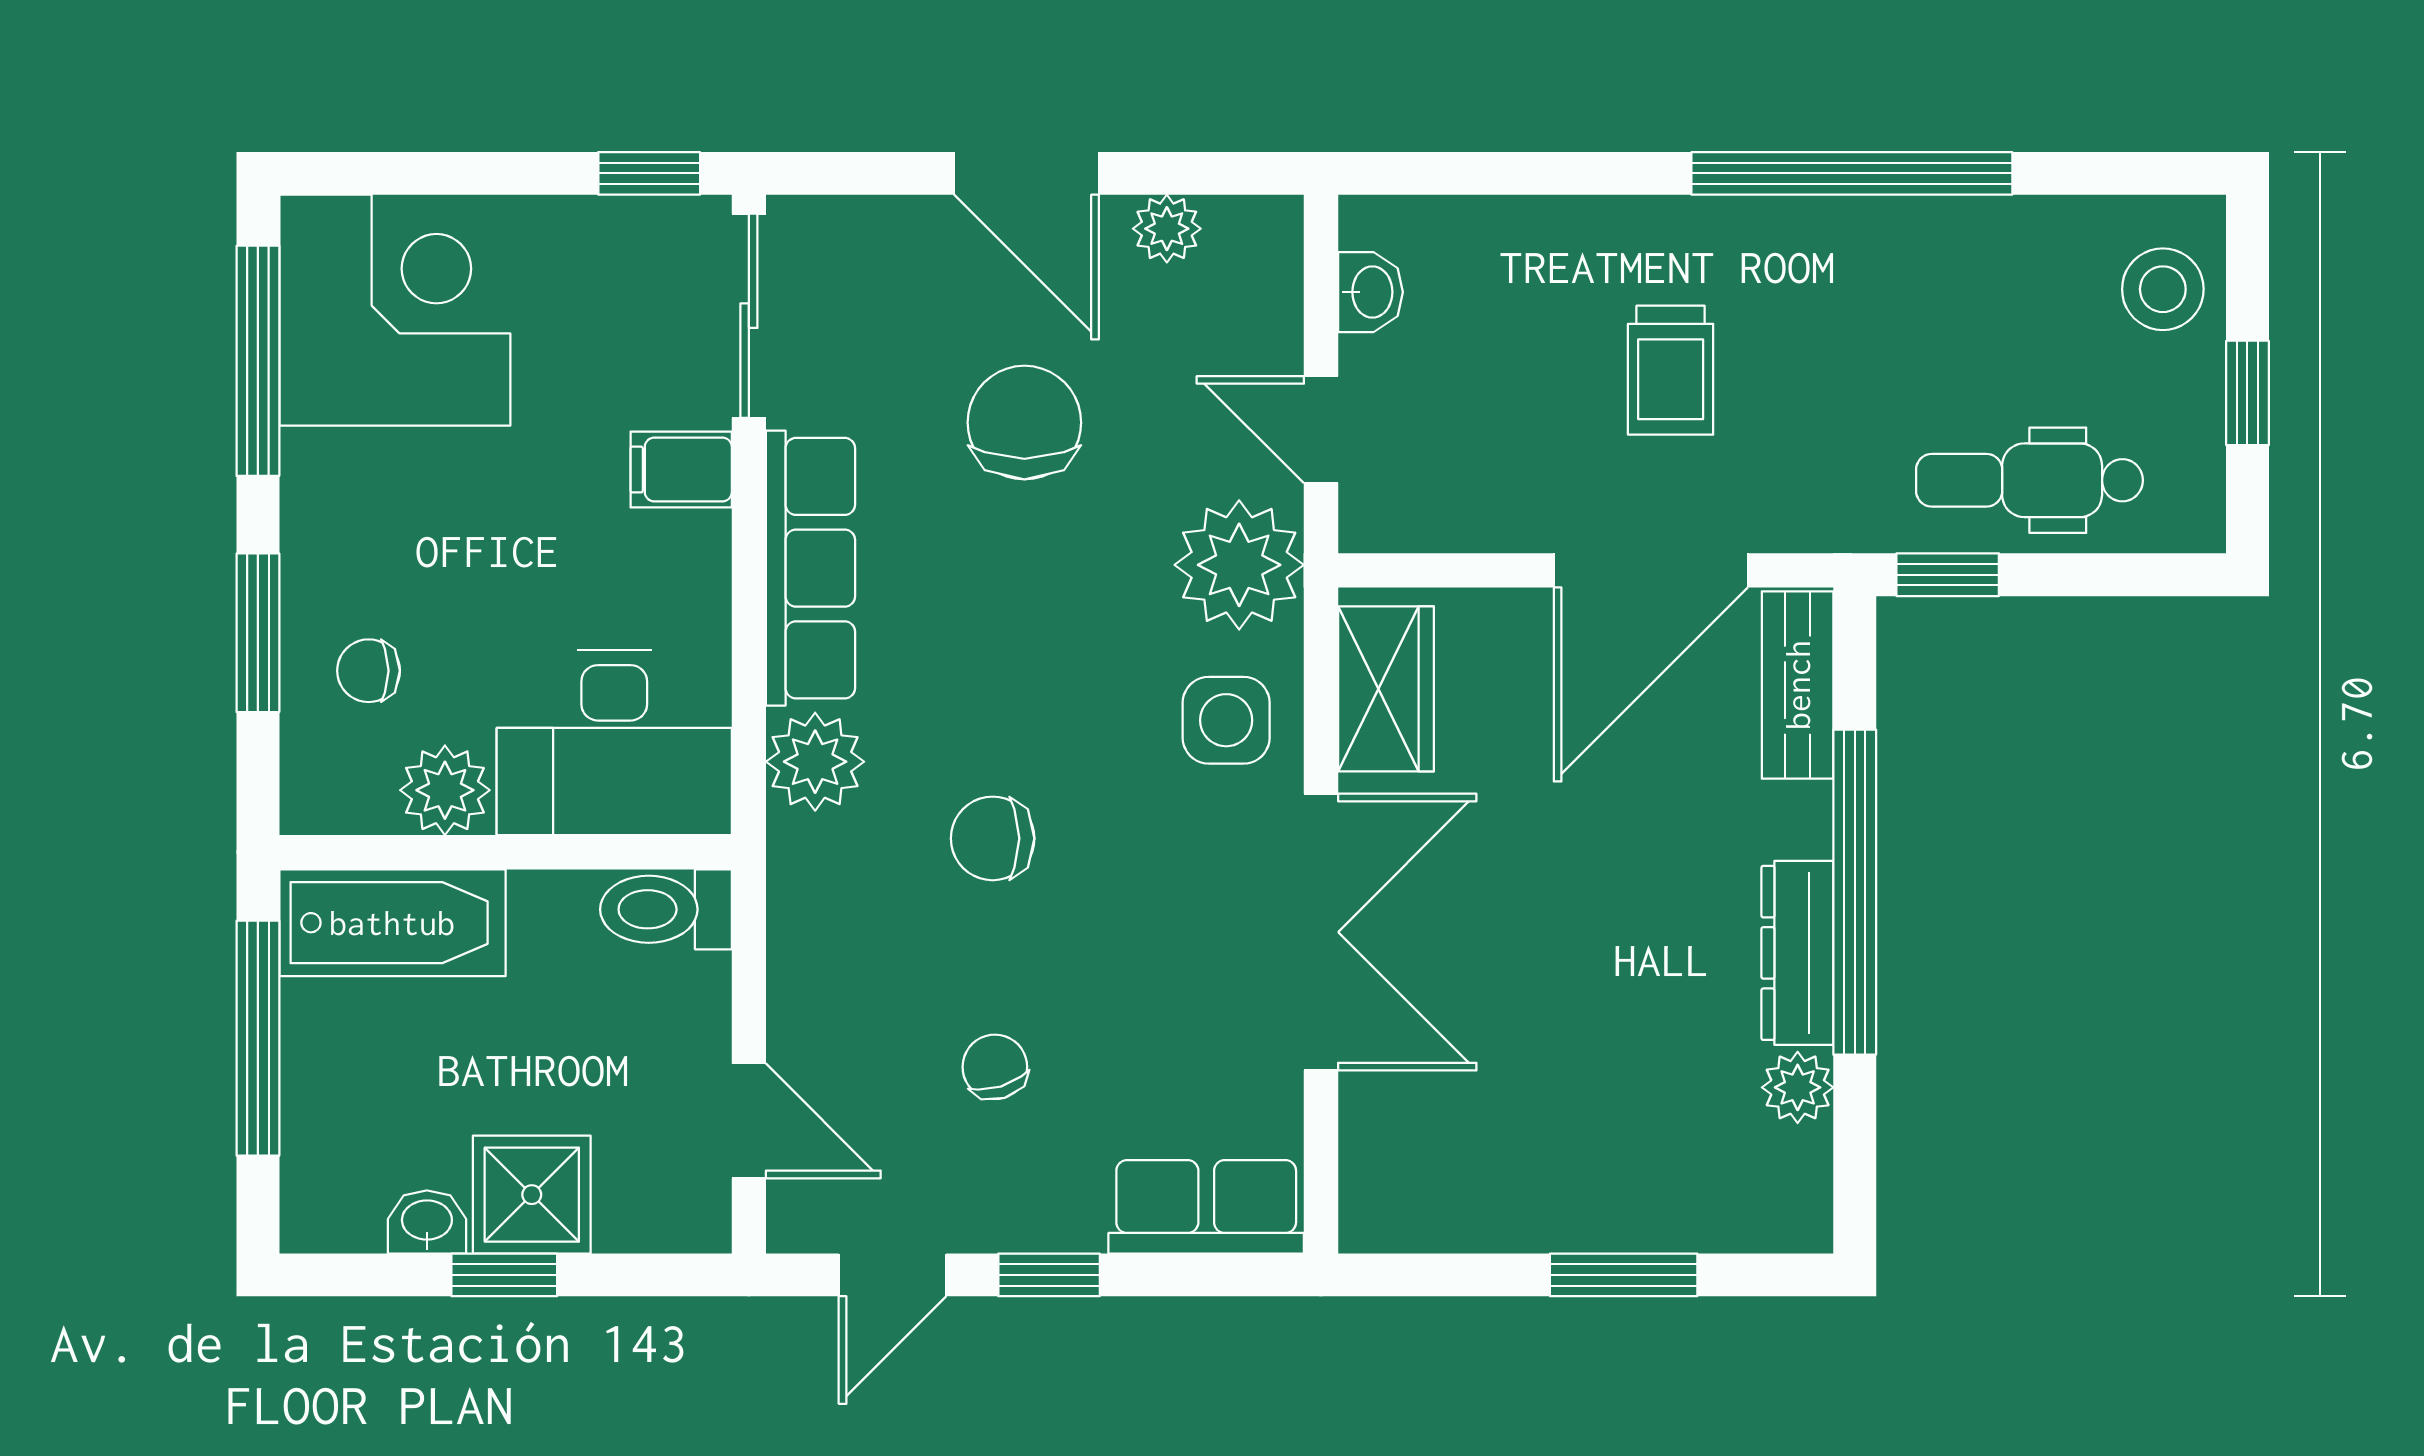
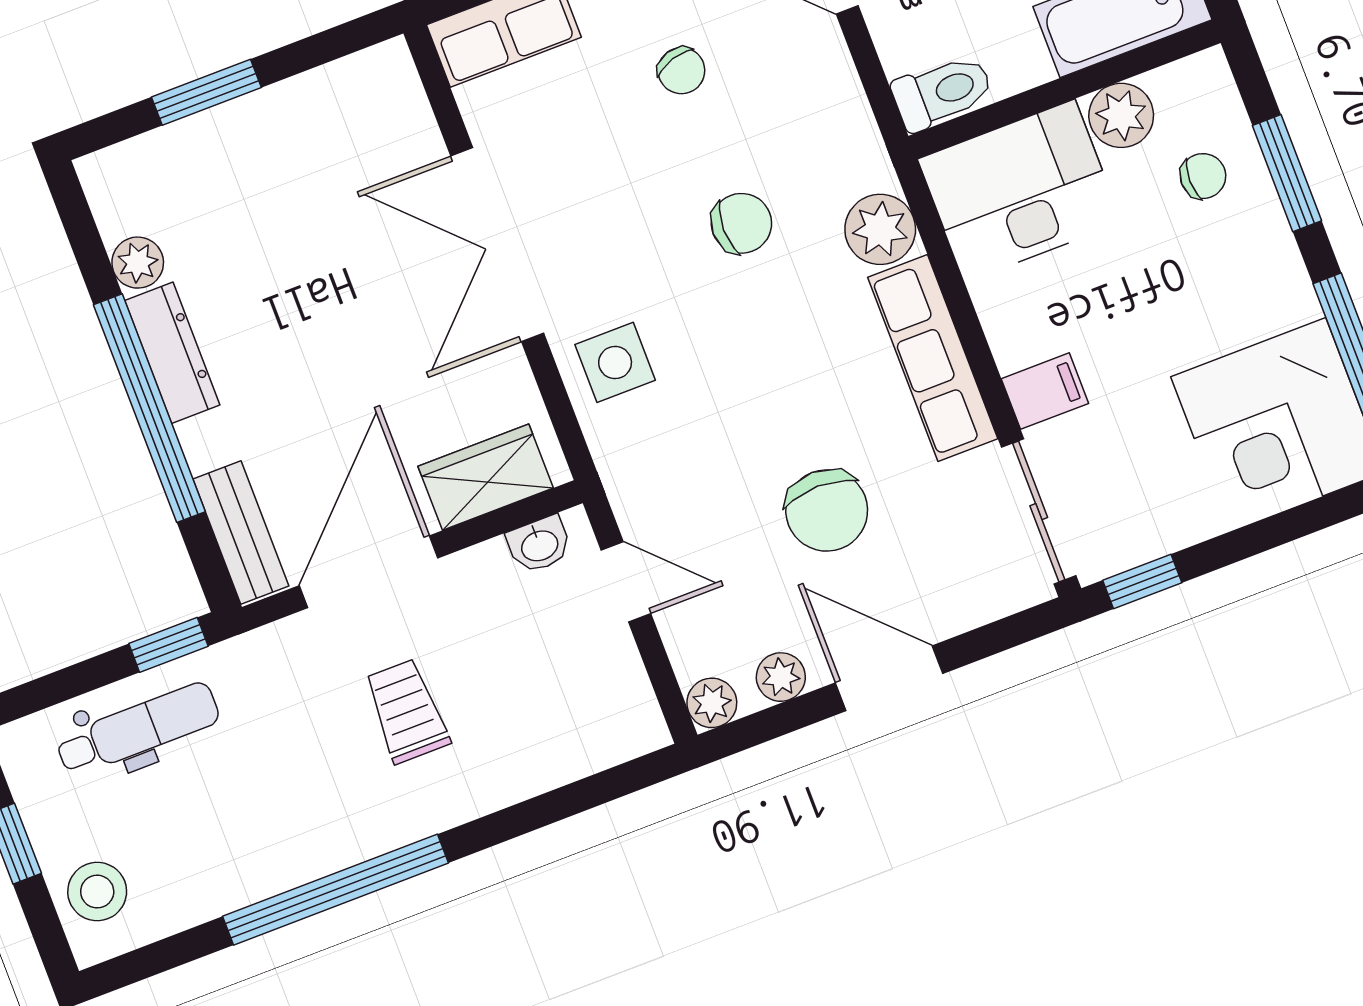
washbasin: (1370, 292) -> (539, 545), moved, turned -90
plant: (1239, 565) -> (712, 703), moved, width x0.53, depth x0.53
wardrobe: (1386, 689) -> (486, 477), moved, turned 90

